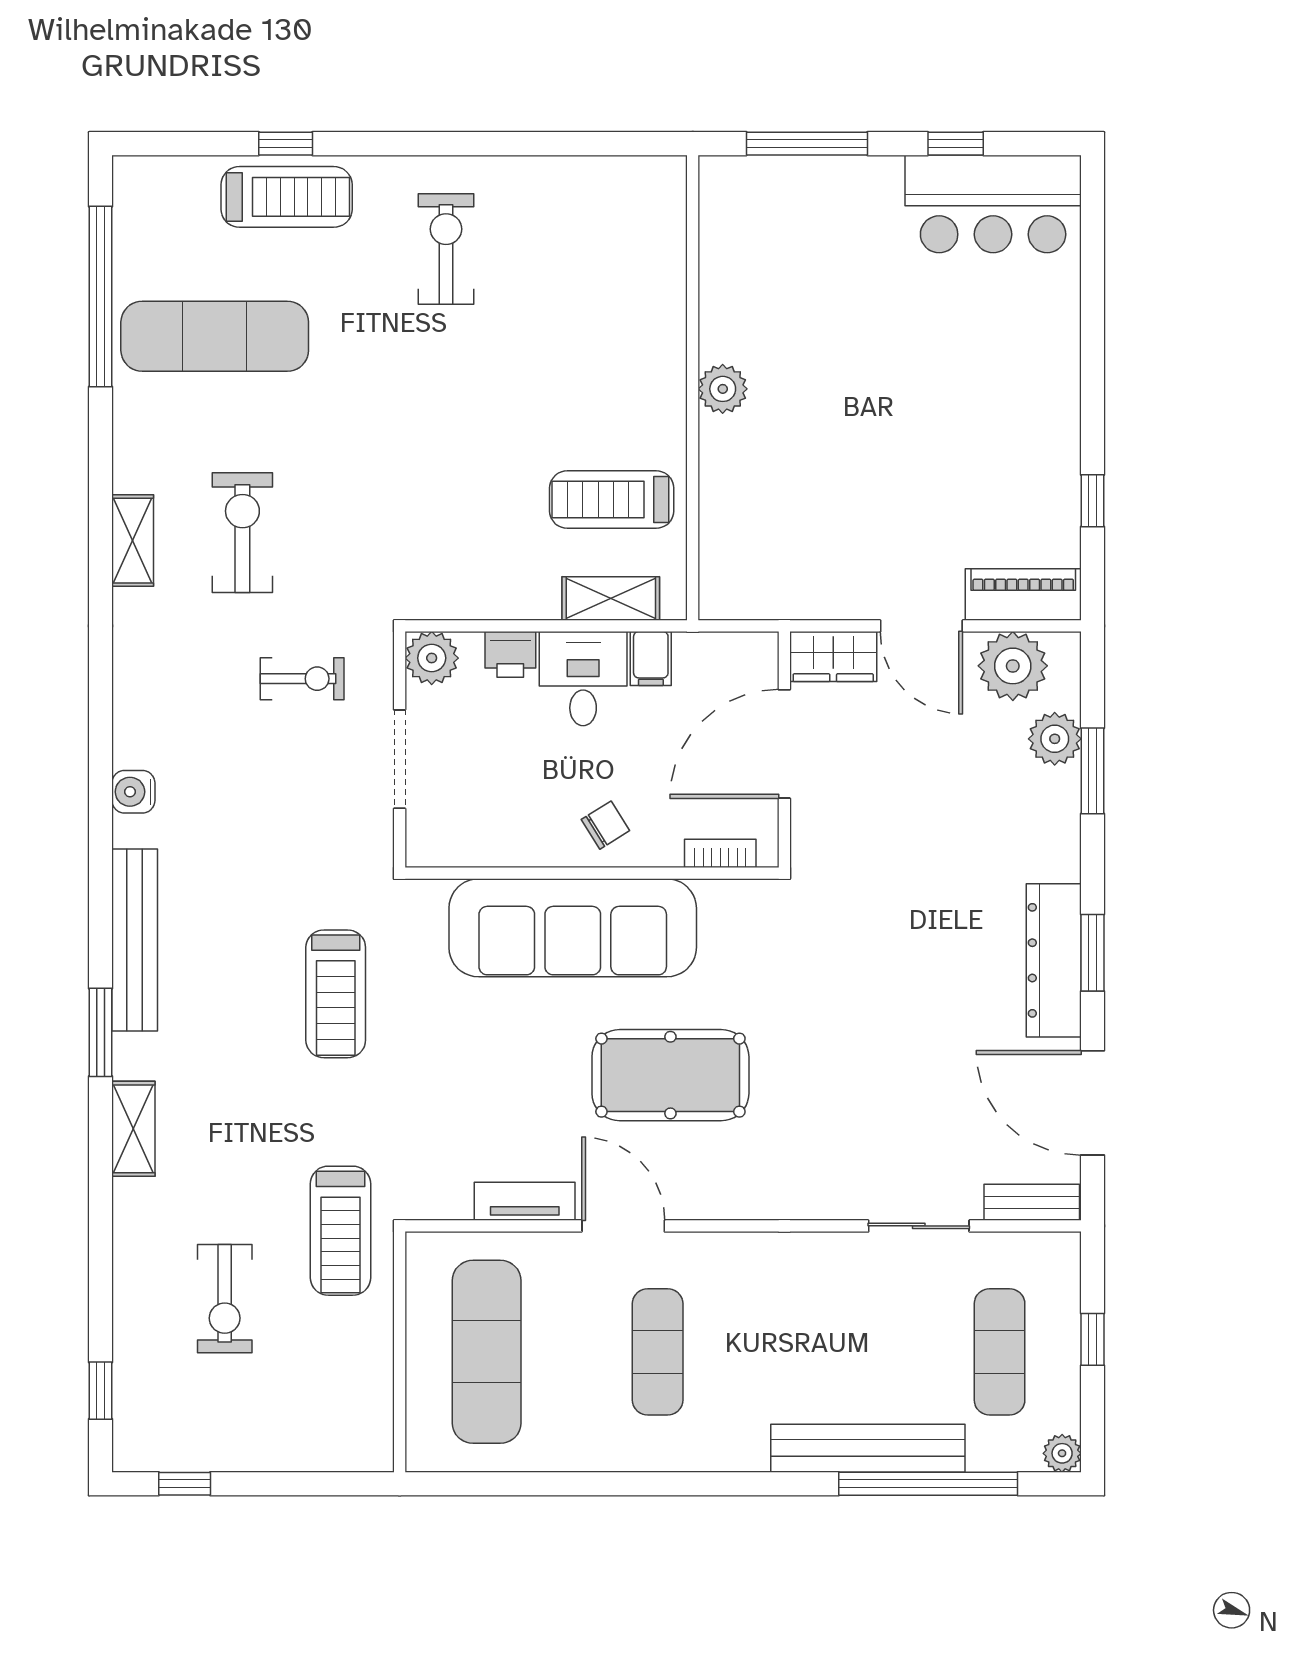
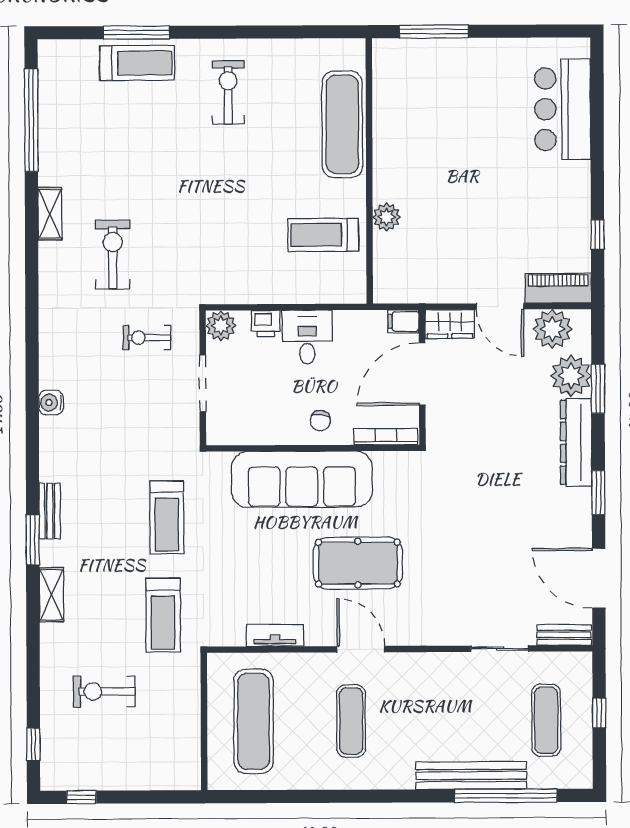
window: (286, 144) -> (136, 33), width x2.17
window: (956, 144) -> (519, 31), removed
bar counter: (993, 204) -> (563, 109), moved, turned 90
exercise mat: (215, 336) -> (342, 124), moved, turned 90
plant: (723, 389) -> (386, 217), moved
shelving: (133, 541) -> (50, 214), moved
shelving: (611, 599) -> (323, 291), removed
filing cabinet: (651, 659) -> (403, 321), moved, turned 90
exercise bike: (302, 679) -> (147, 338), turned 180
plant: (1055, 739) -> (571, 376), width x1.36, depth x1.36
chair: (605, 825) -> (320, 421), turned 130
bookcase: (720, 853) -> (386, 437), width x1.56
bench: (135, 940) -> (50, 511), width x0.54, depth x0.82
dresser: (1054, 960) -> (576, 442), moved
door: (623, 1226) -> (361, 649), moved
treadmill: (340, 1231) -> (163, 615), moved
exercise bike: (225, 1299) -> (104, 691), turned 90
plant: (1062, 1453) -> (582, 778), removed

